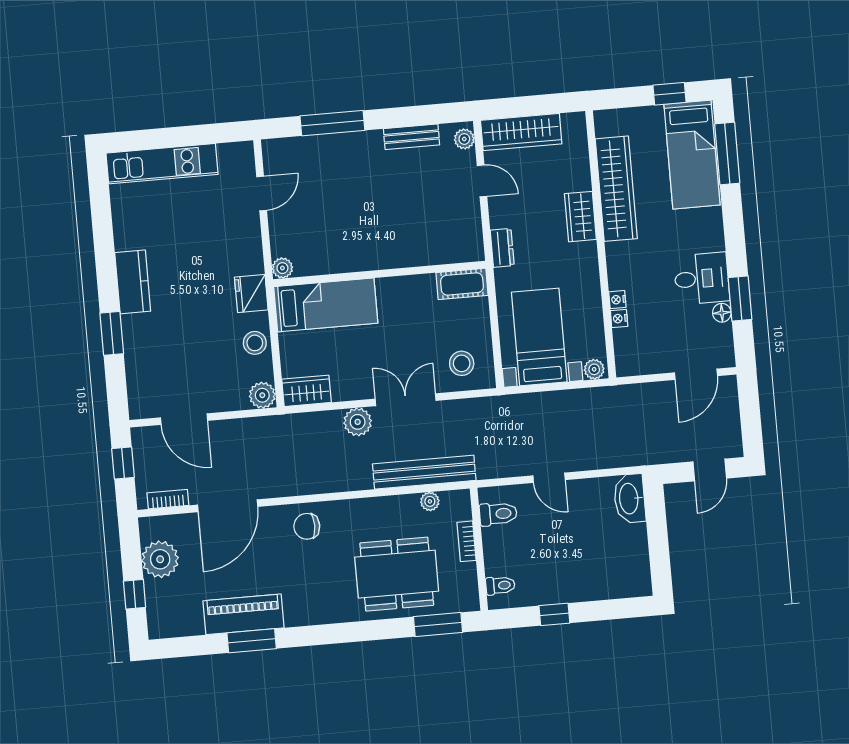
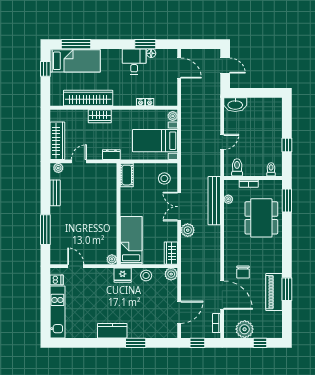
dishwasher: (229, 156) -> (57, 280), added
chair: (307, 526) -> (243, 272), moved

